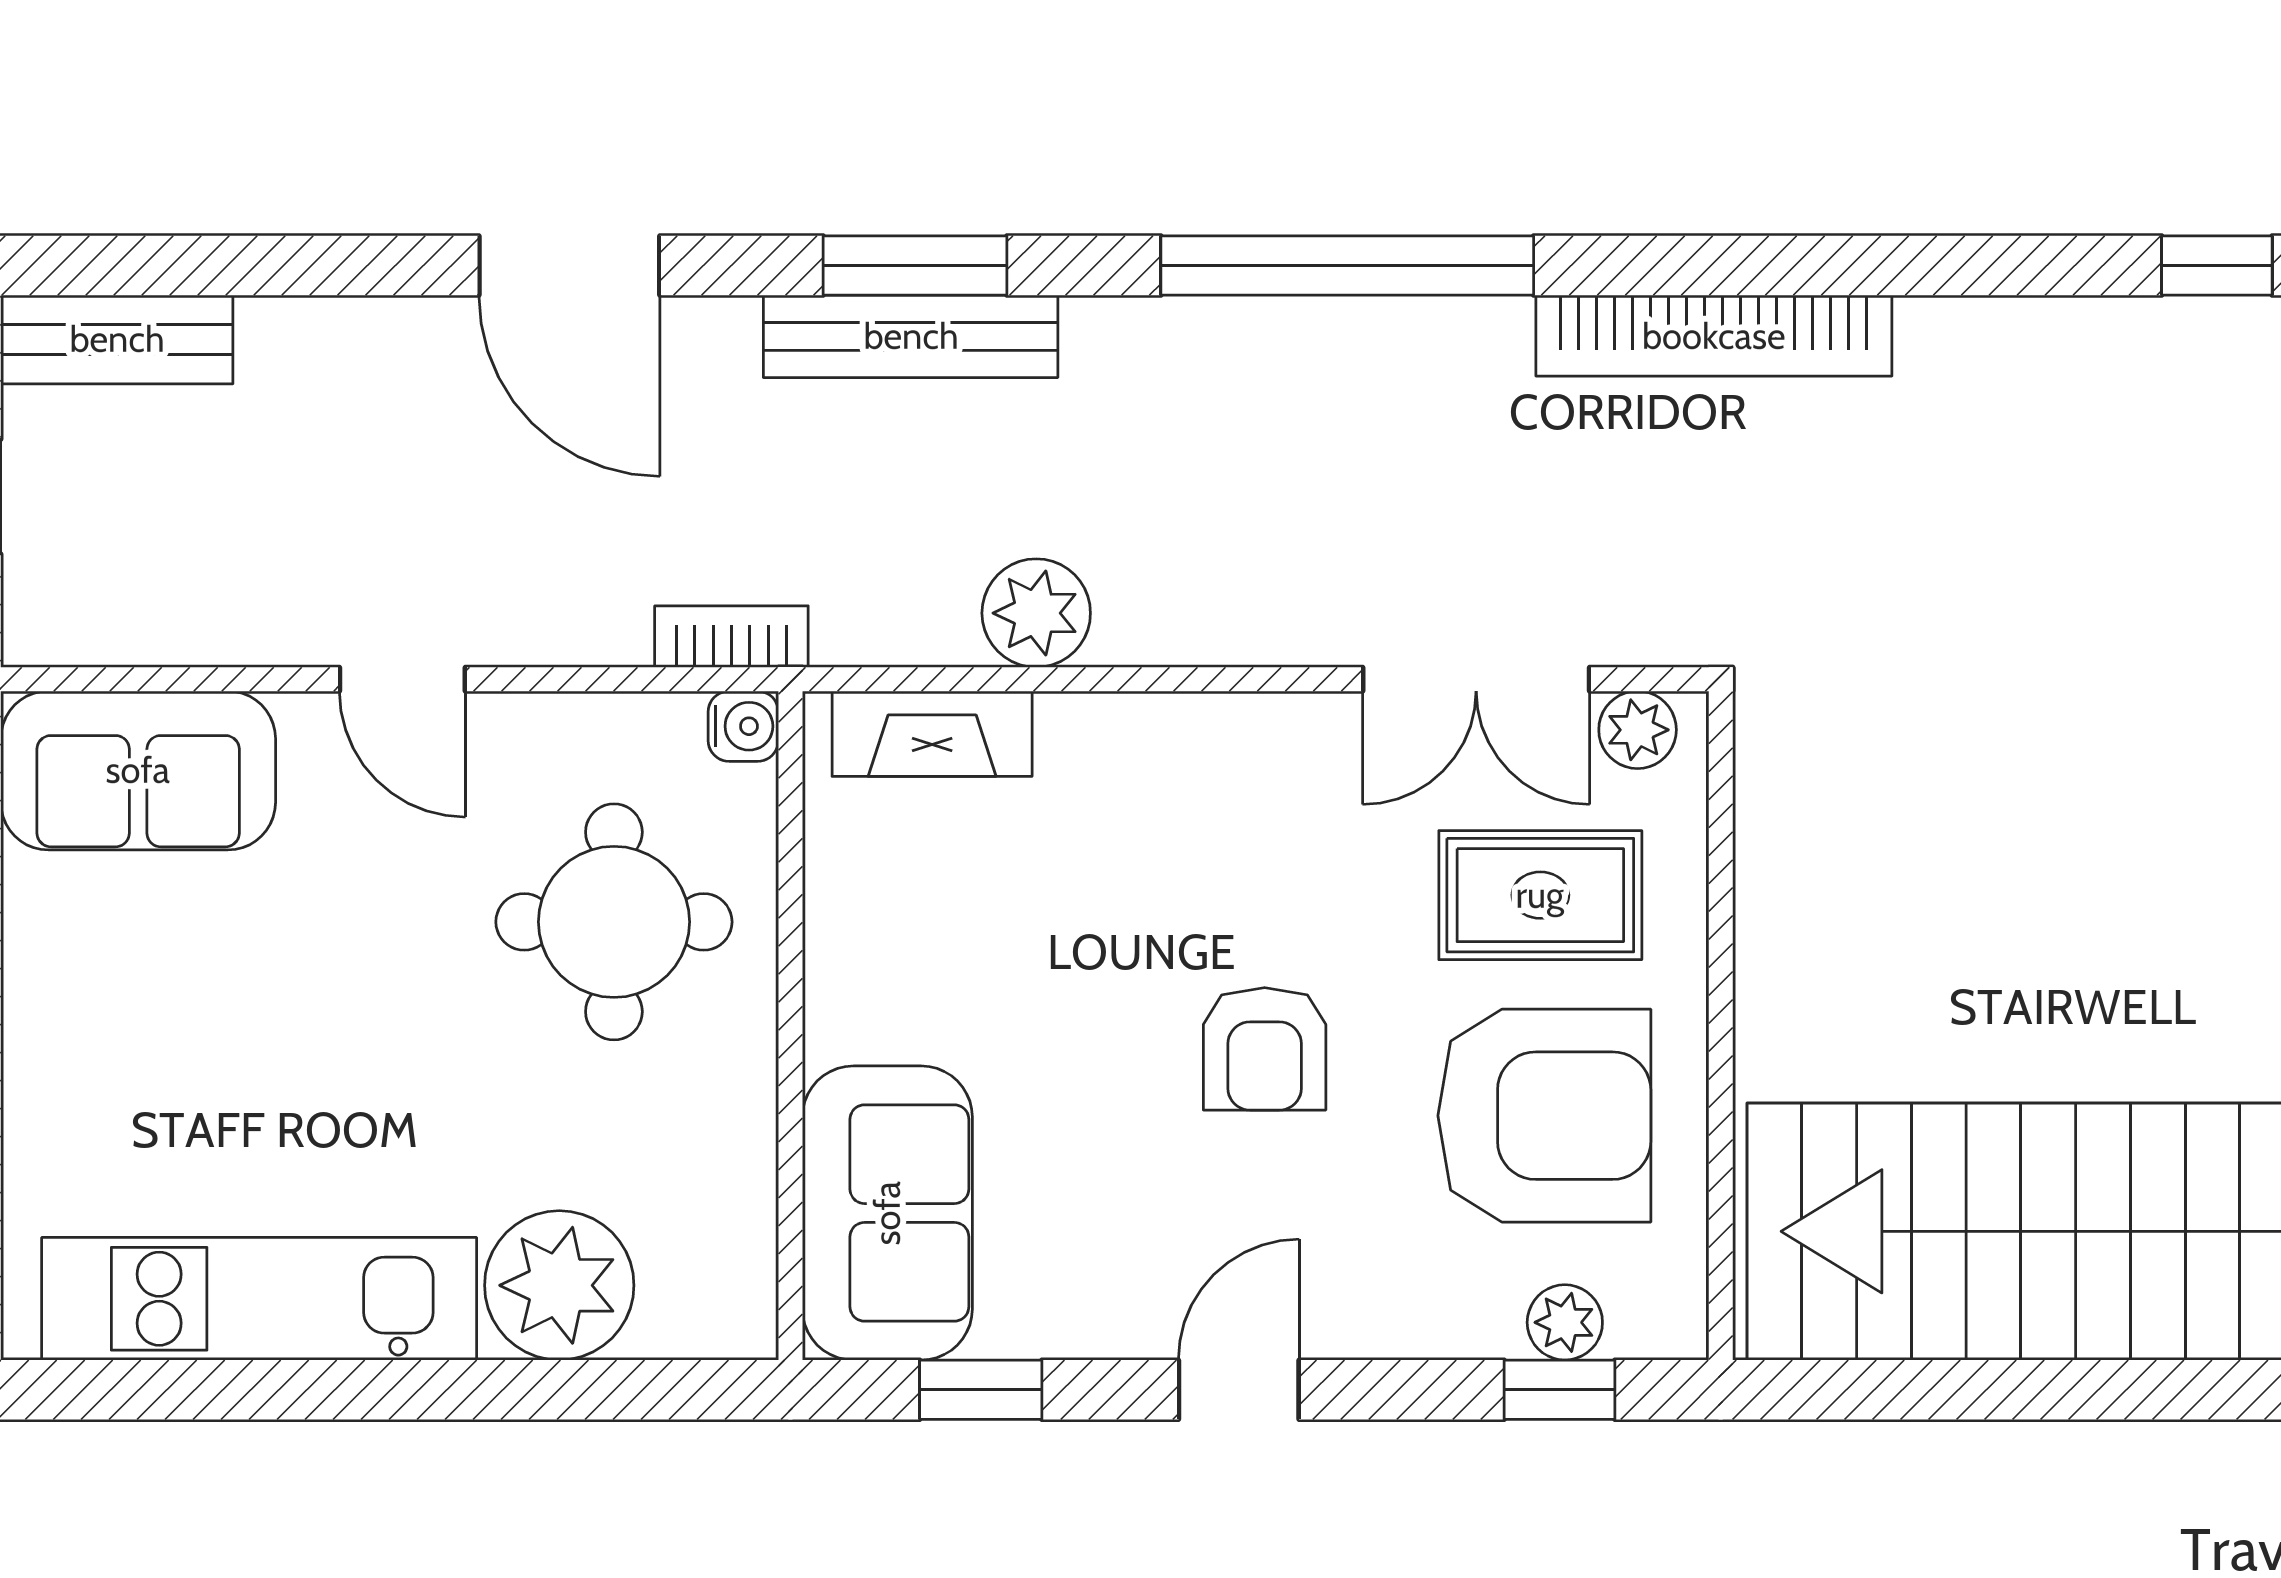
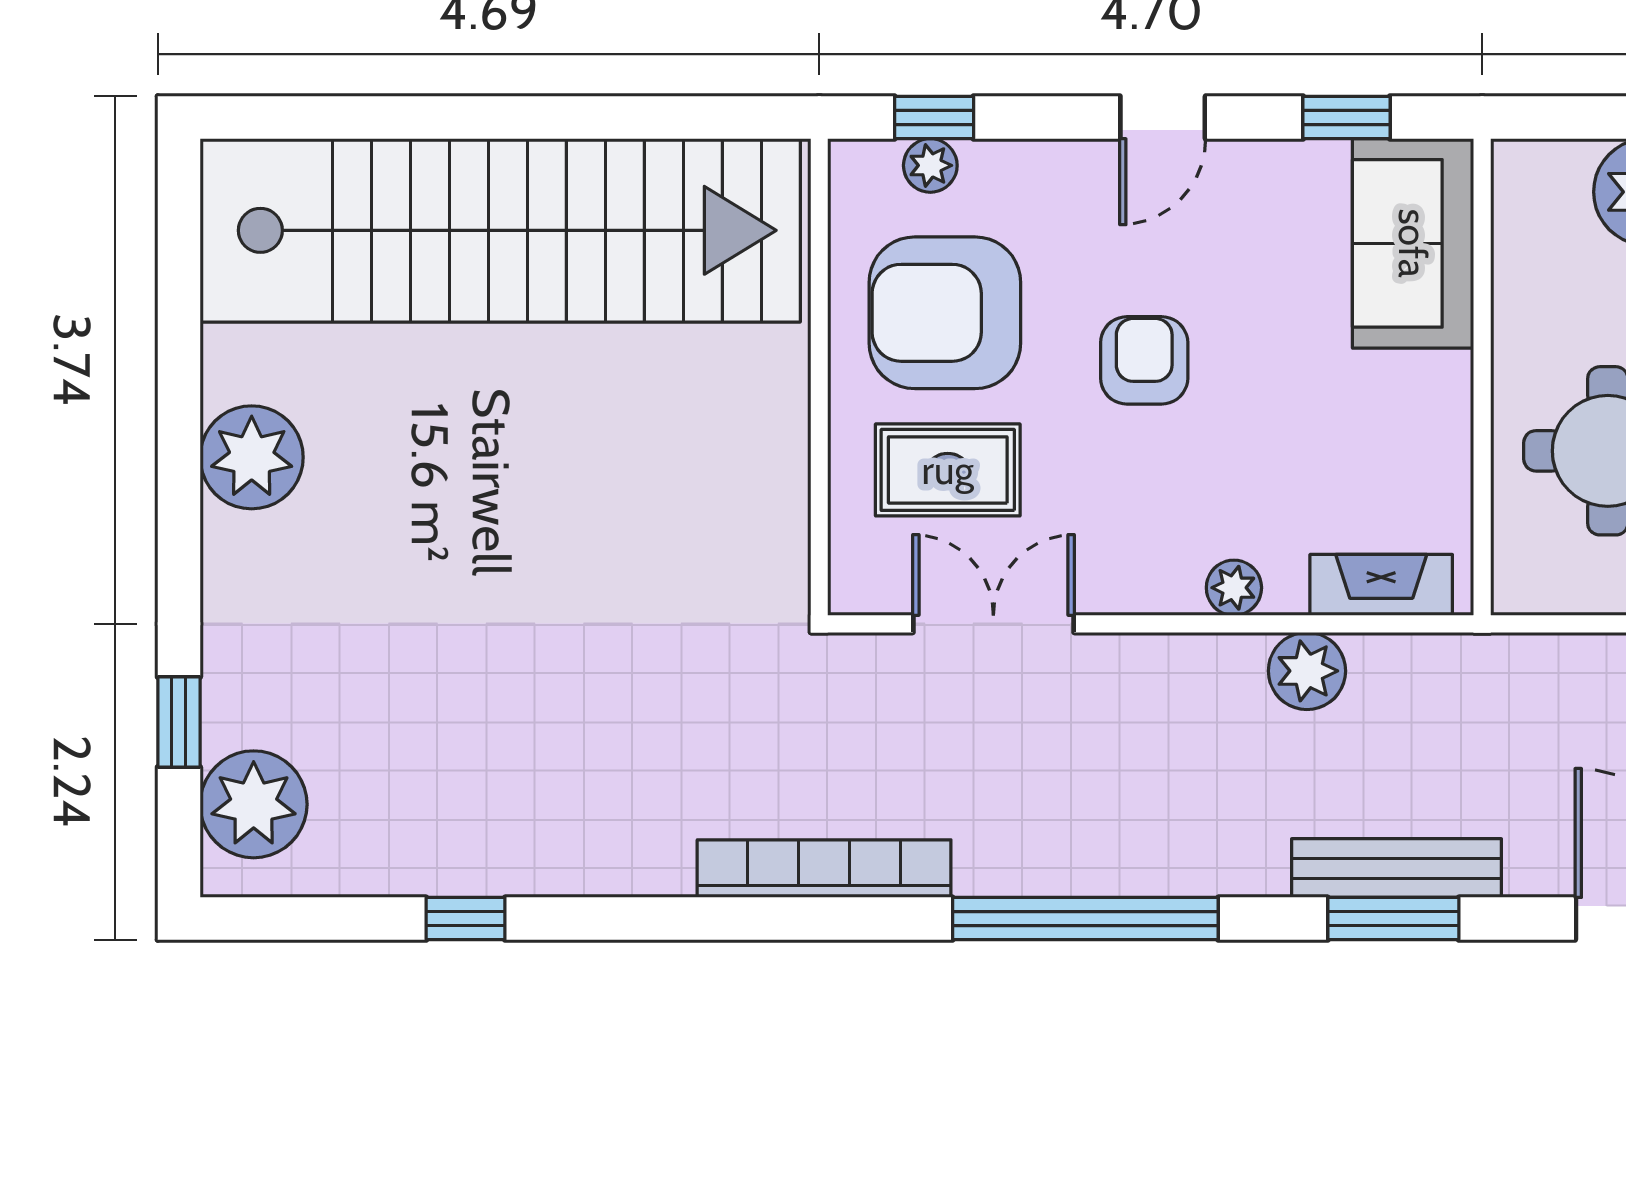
bookcase: (731, 637) -> (1524, 654), removed
water cooler: (743, 726) -> (1516, 590), removed
plant: (1638, 730) -> (1234, 588), moved

